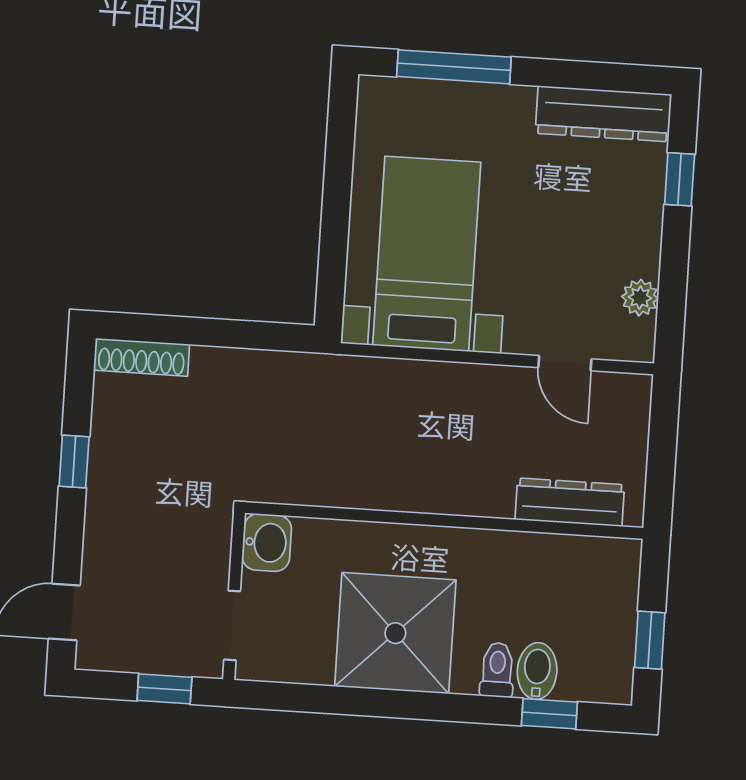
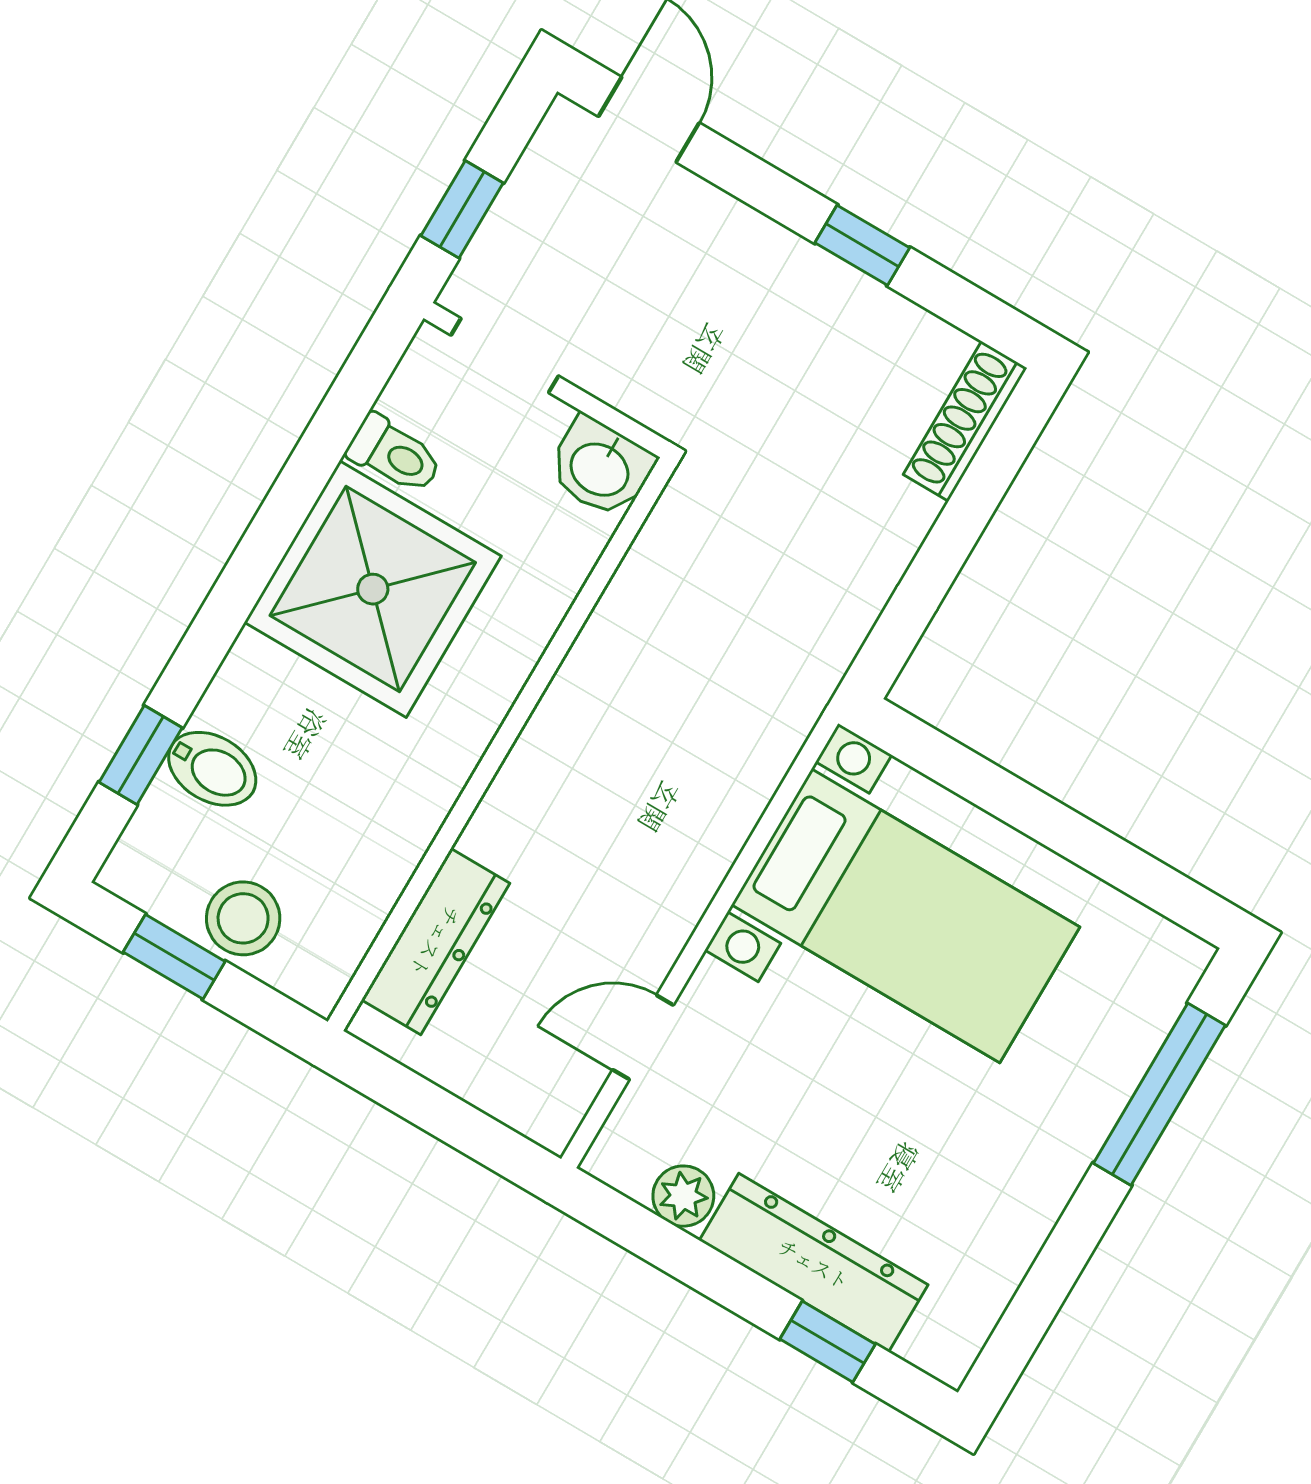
dresser: (603, 114) -> (814, 1263), moved, turned 90
stool: (610, 613) -> (243, 918), added
toilet: (497, 670) -> (395, 455), moved

